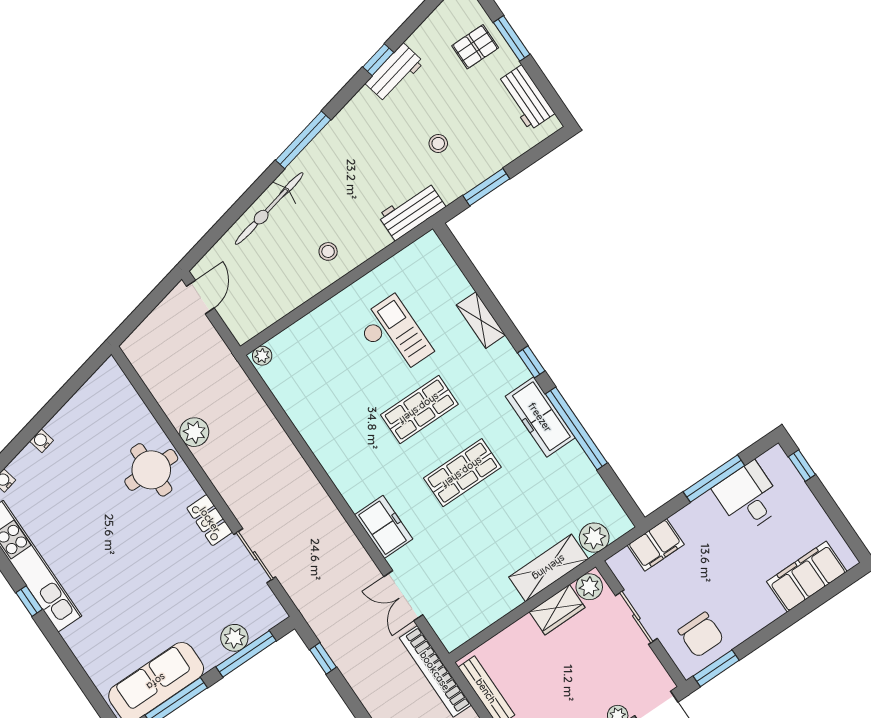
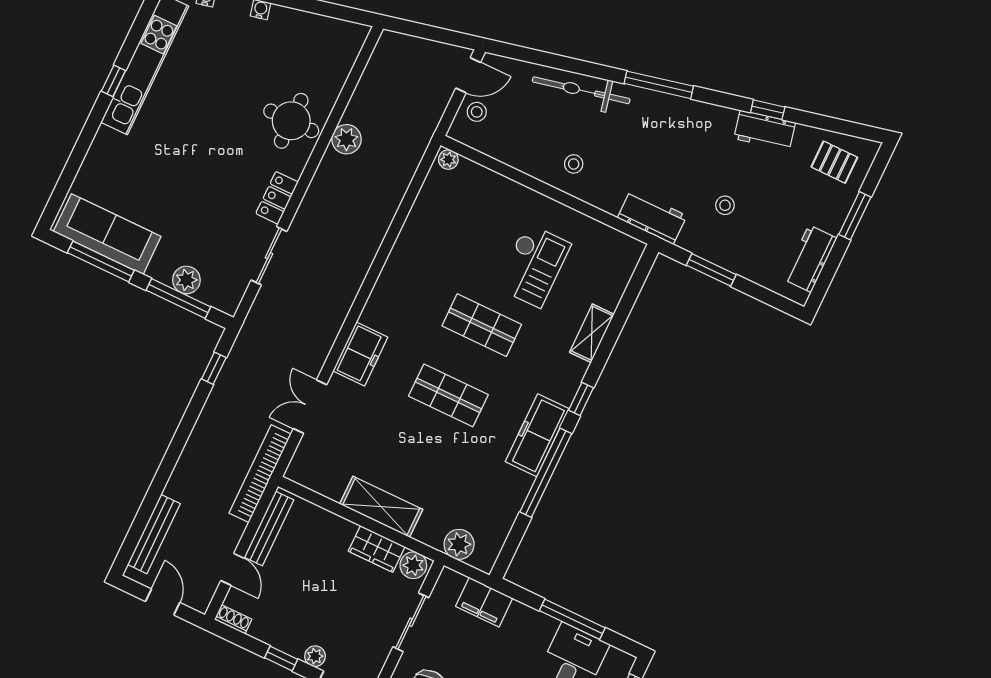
pallet: (475, 47) -> (834, 162), moved
stool: (236, 308) -> (477, 112), added
shelving: (549, 568) -> (381, 507), moved

